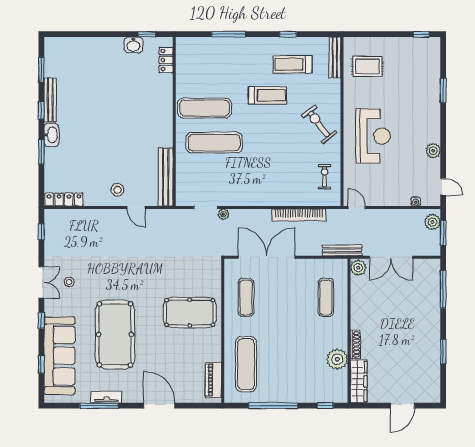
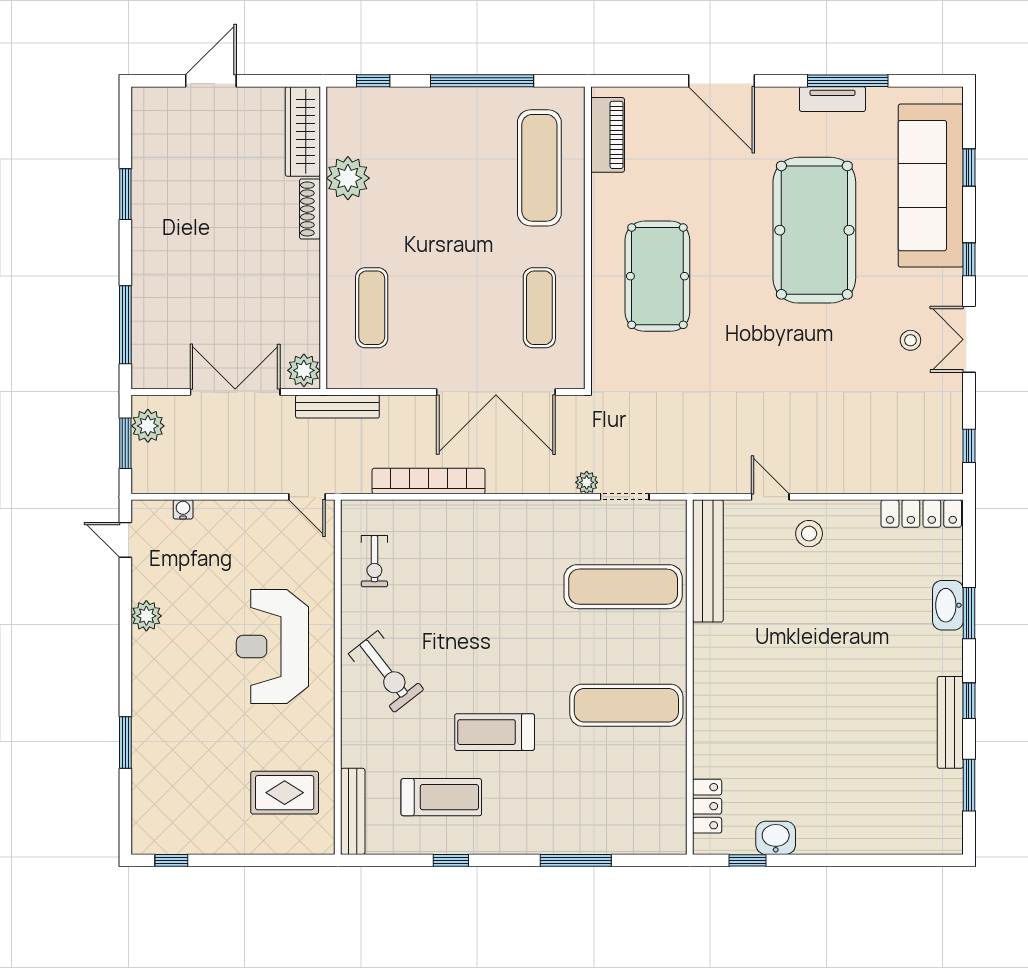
washbasin: (51, 135) -> (948, 605), moved
exercise mat: (214, 142) -> (623, 587), moved
plant: (432, 222) -> (148, 426), moved
pool table: (190, 312) -> (657, 276), turned 90

